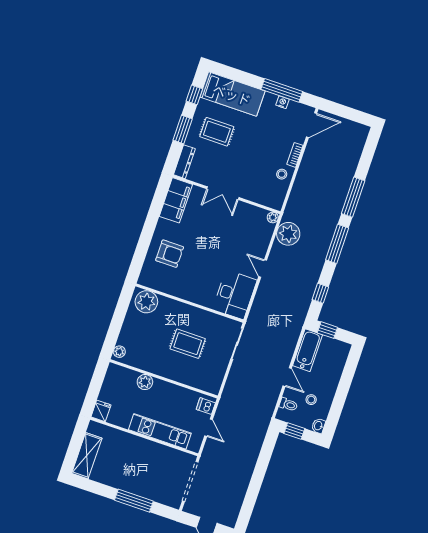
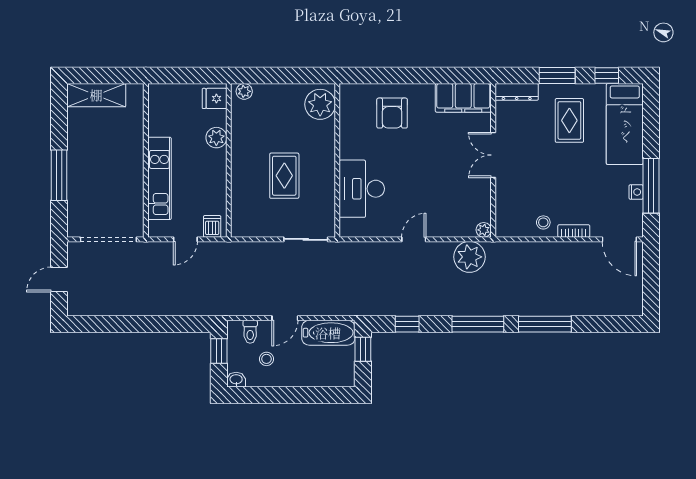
desk: (235, 295) -> (362, 189), moved, turned 90
fridge: (101, 411) -> (215, 98), moved, turned 180

